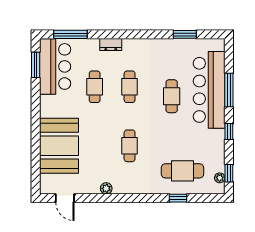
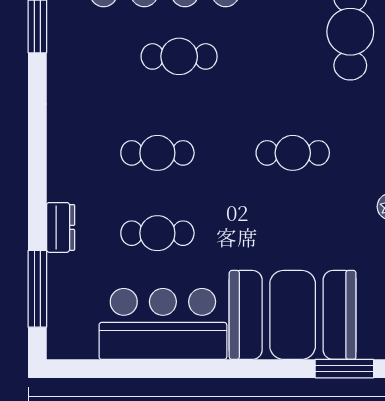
dresser: (111, 45) -> (61, 227), moved
window: (36, 65) -> (344, 369), moved
bar counter: (55, 66) -> (163, 324), moved

